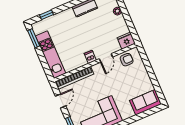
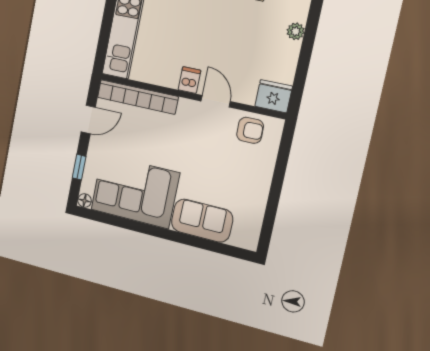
door: (106, 58) -> (216, 101), swing flipped
sofa: (145, 102) -> (202, 221), moved

